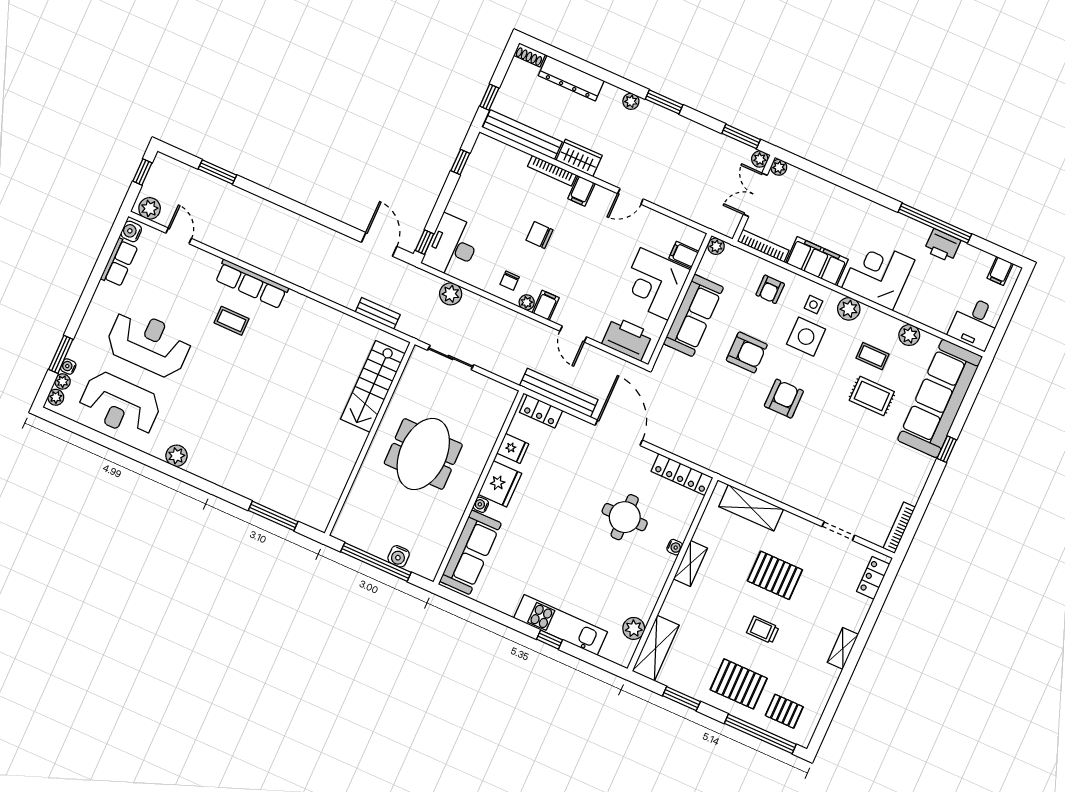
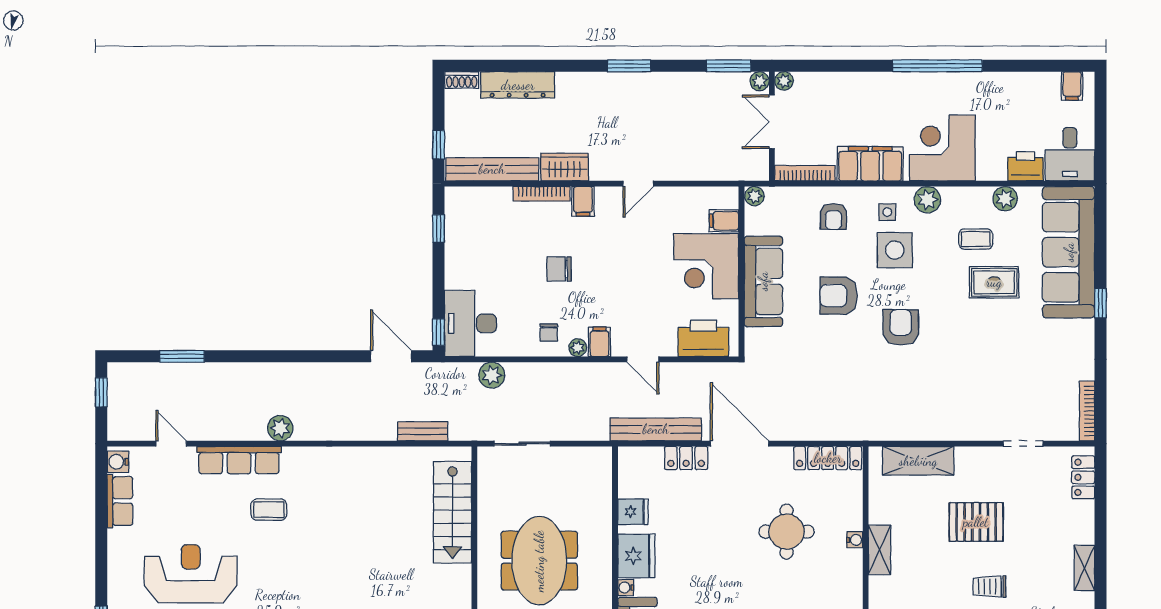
plant: (631, 101) -> (593, 81), removed
plant: (150, 208) -> (280, 428), moved
window: (935, 223) -> (937, 66), moved
printer: (942, 245) -> (1026, 166), moved, turned 180
row of seats: (252, 284) -> (239, 460), moved
armchair: (747, 352) -> (839, 296), turned 180
locker: (541, 411) -> (686, 458), moved

